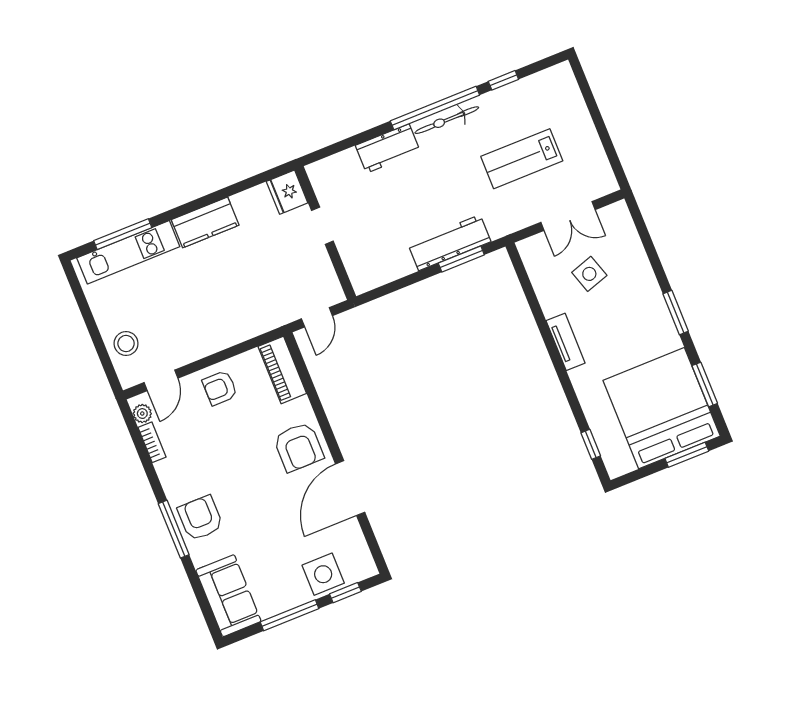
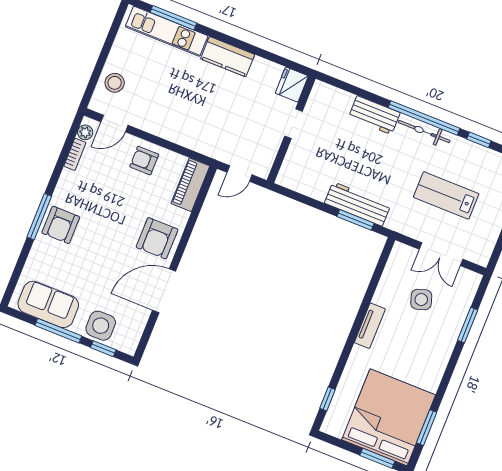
window: (676, 312) -> (468, 325), moved
armchair: (200, 518) -> (61, 225), turned 180
sofa: (228, 596) -> (48, 304), moved, turned -90

